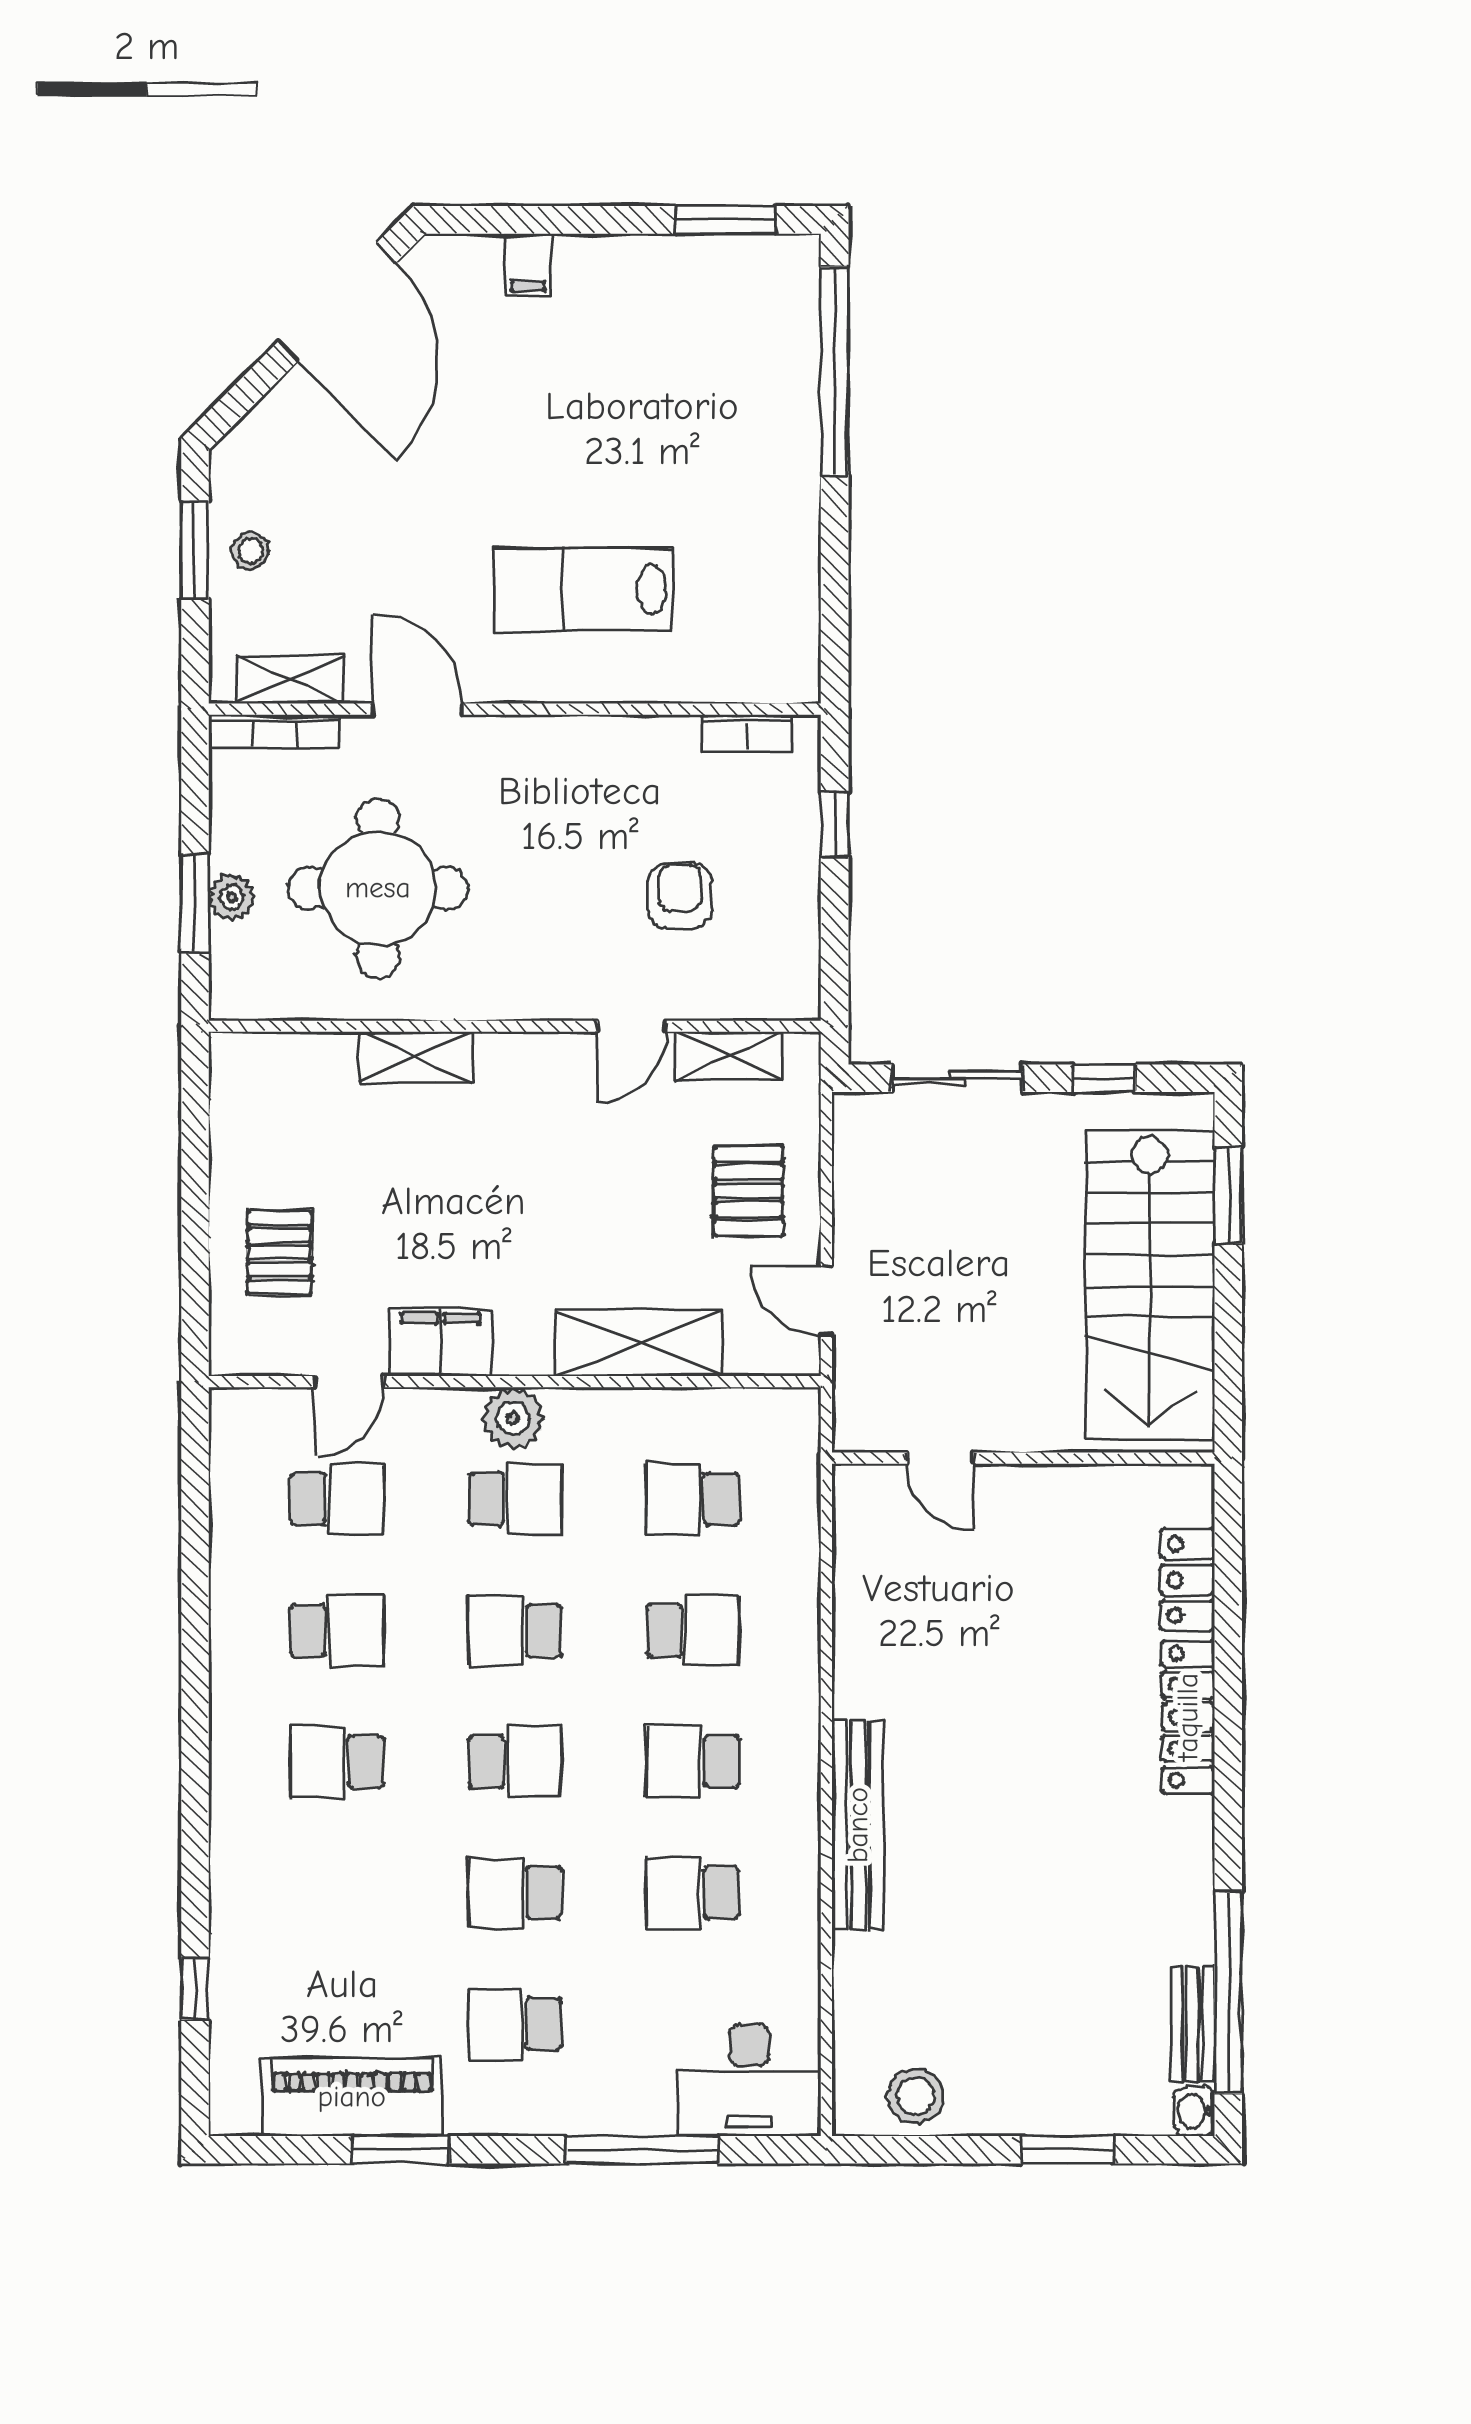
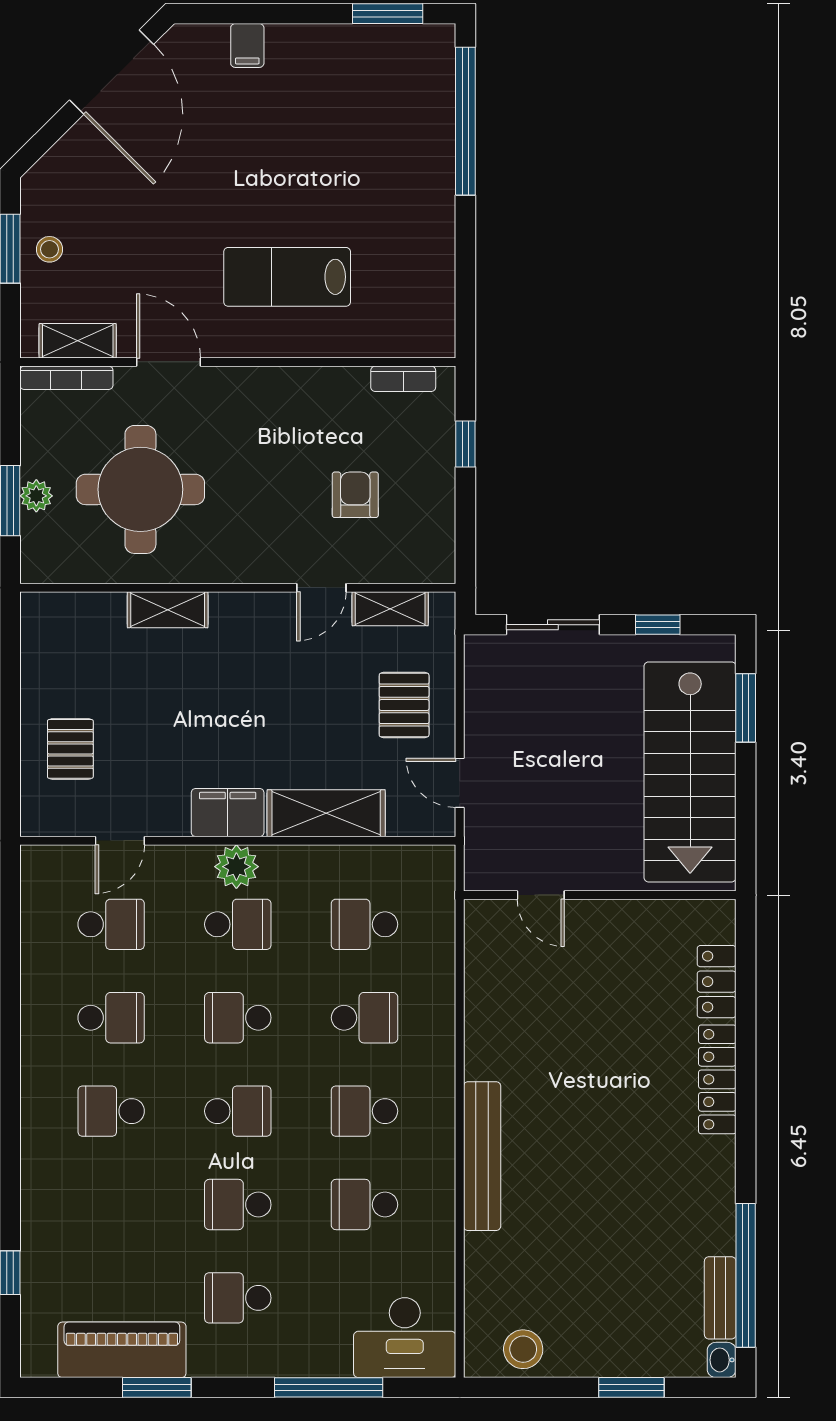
filing cabinet: (441, 1342) -> (228, 813), moved

